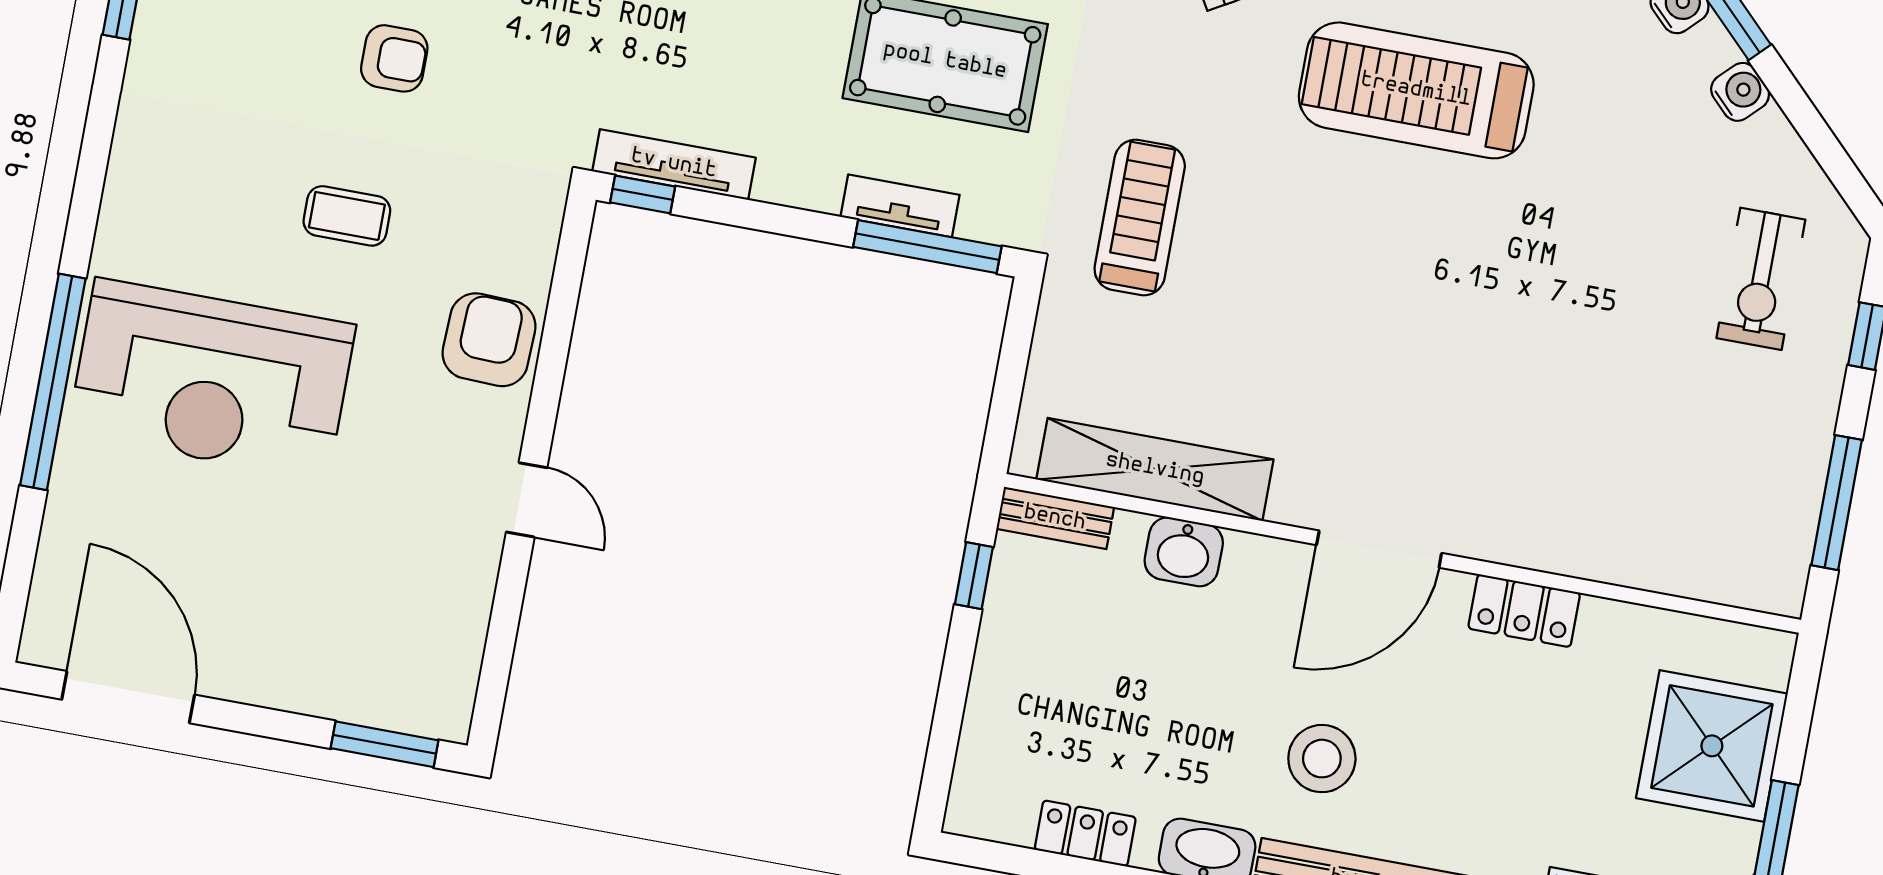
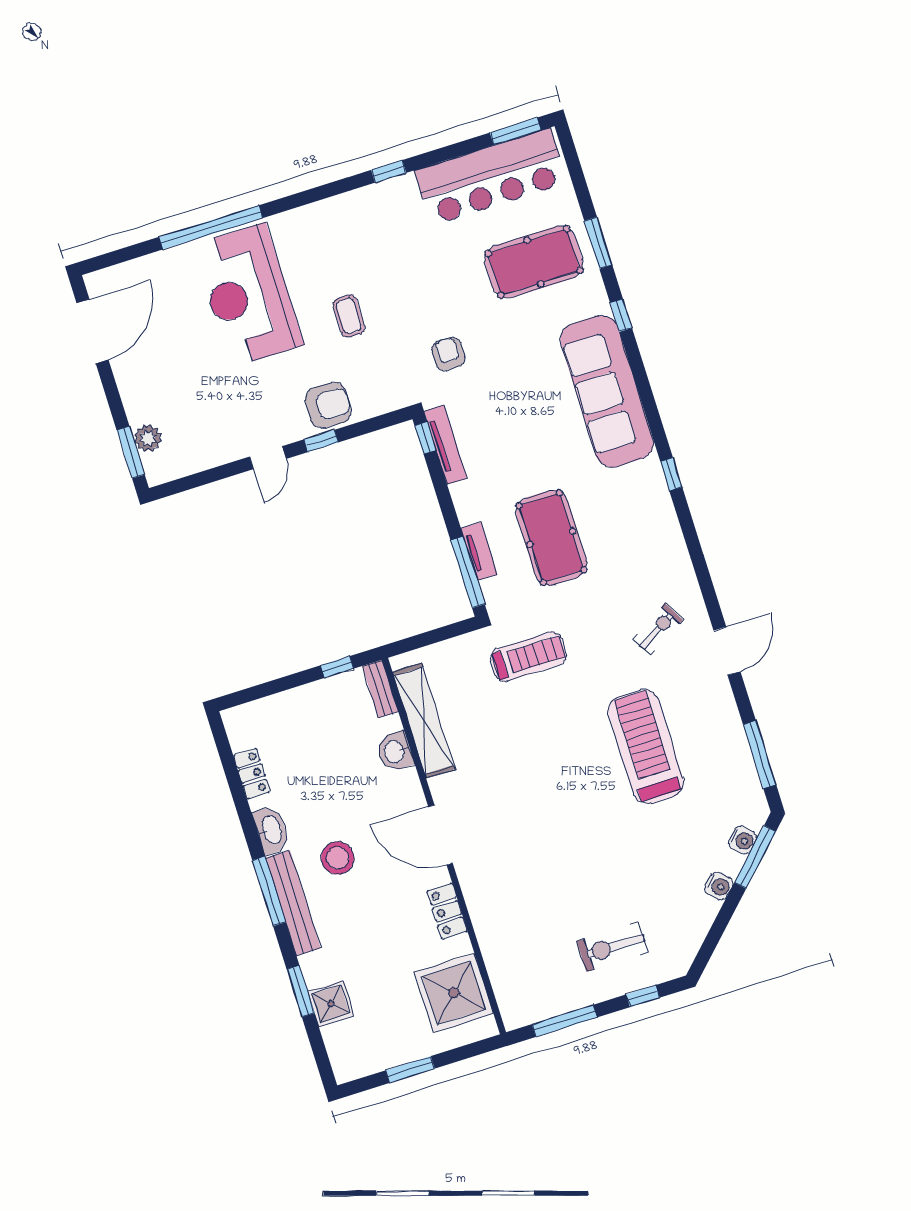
armchair: (394, 58) -> (448, 354), moved, turned 180
exercise bike: (1761, 279) -> (612, 947), moved
window: (547, 387) -> (321, 441), added
plant: (375, 699) -> (148, 438), added
shower: (1712, 746) -> (454, 993), moved

